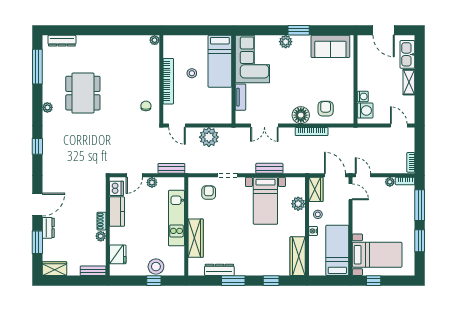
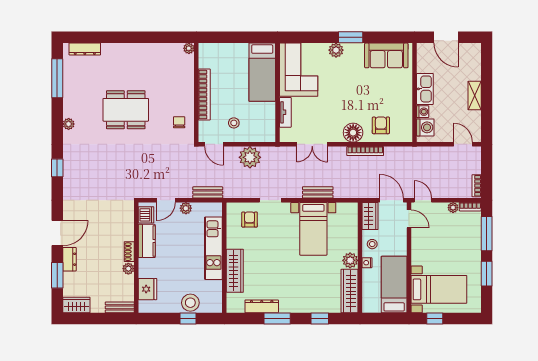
kitchen sink: (407, 54) -> (425, 89), moved, turned 180
stool: (192, 73) -> (234, 123), moved
dining table: (83, 93) -> (126, 110), moved, turned 90
plant: (298, 204) -> (350, 260), moved

